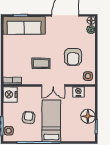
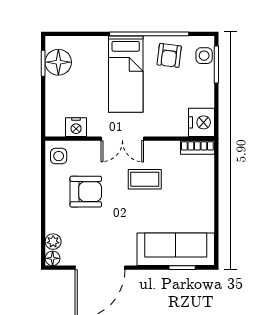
armchair: (73, 57) -> (86, 192), turned 90
double door: (53, 86) -> (122, 139), swing flipped
floor lamp: (88, 116) -> (58, 62), moved
armchair: (29, 118) -> (169, 55), moved

